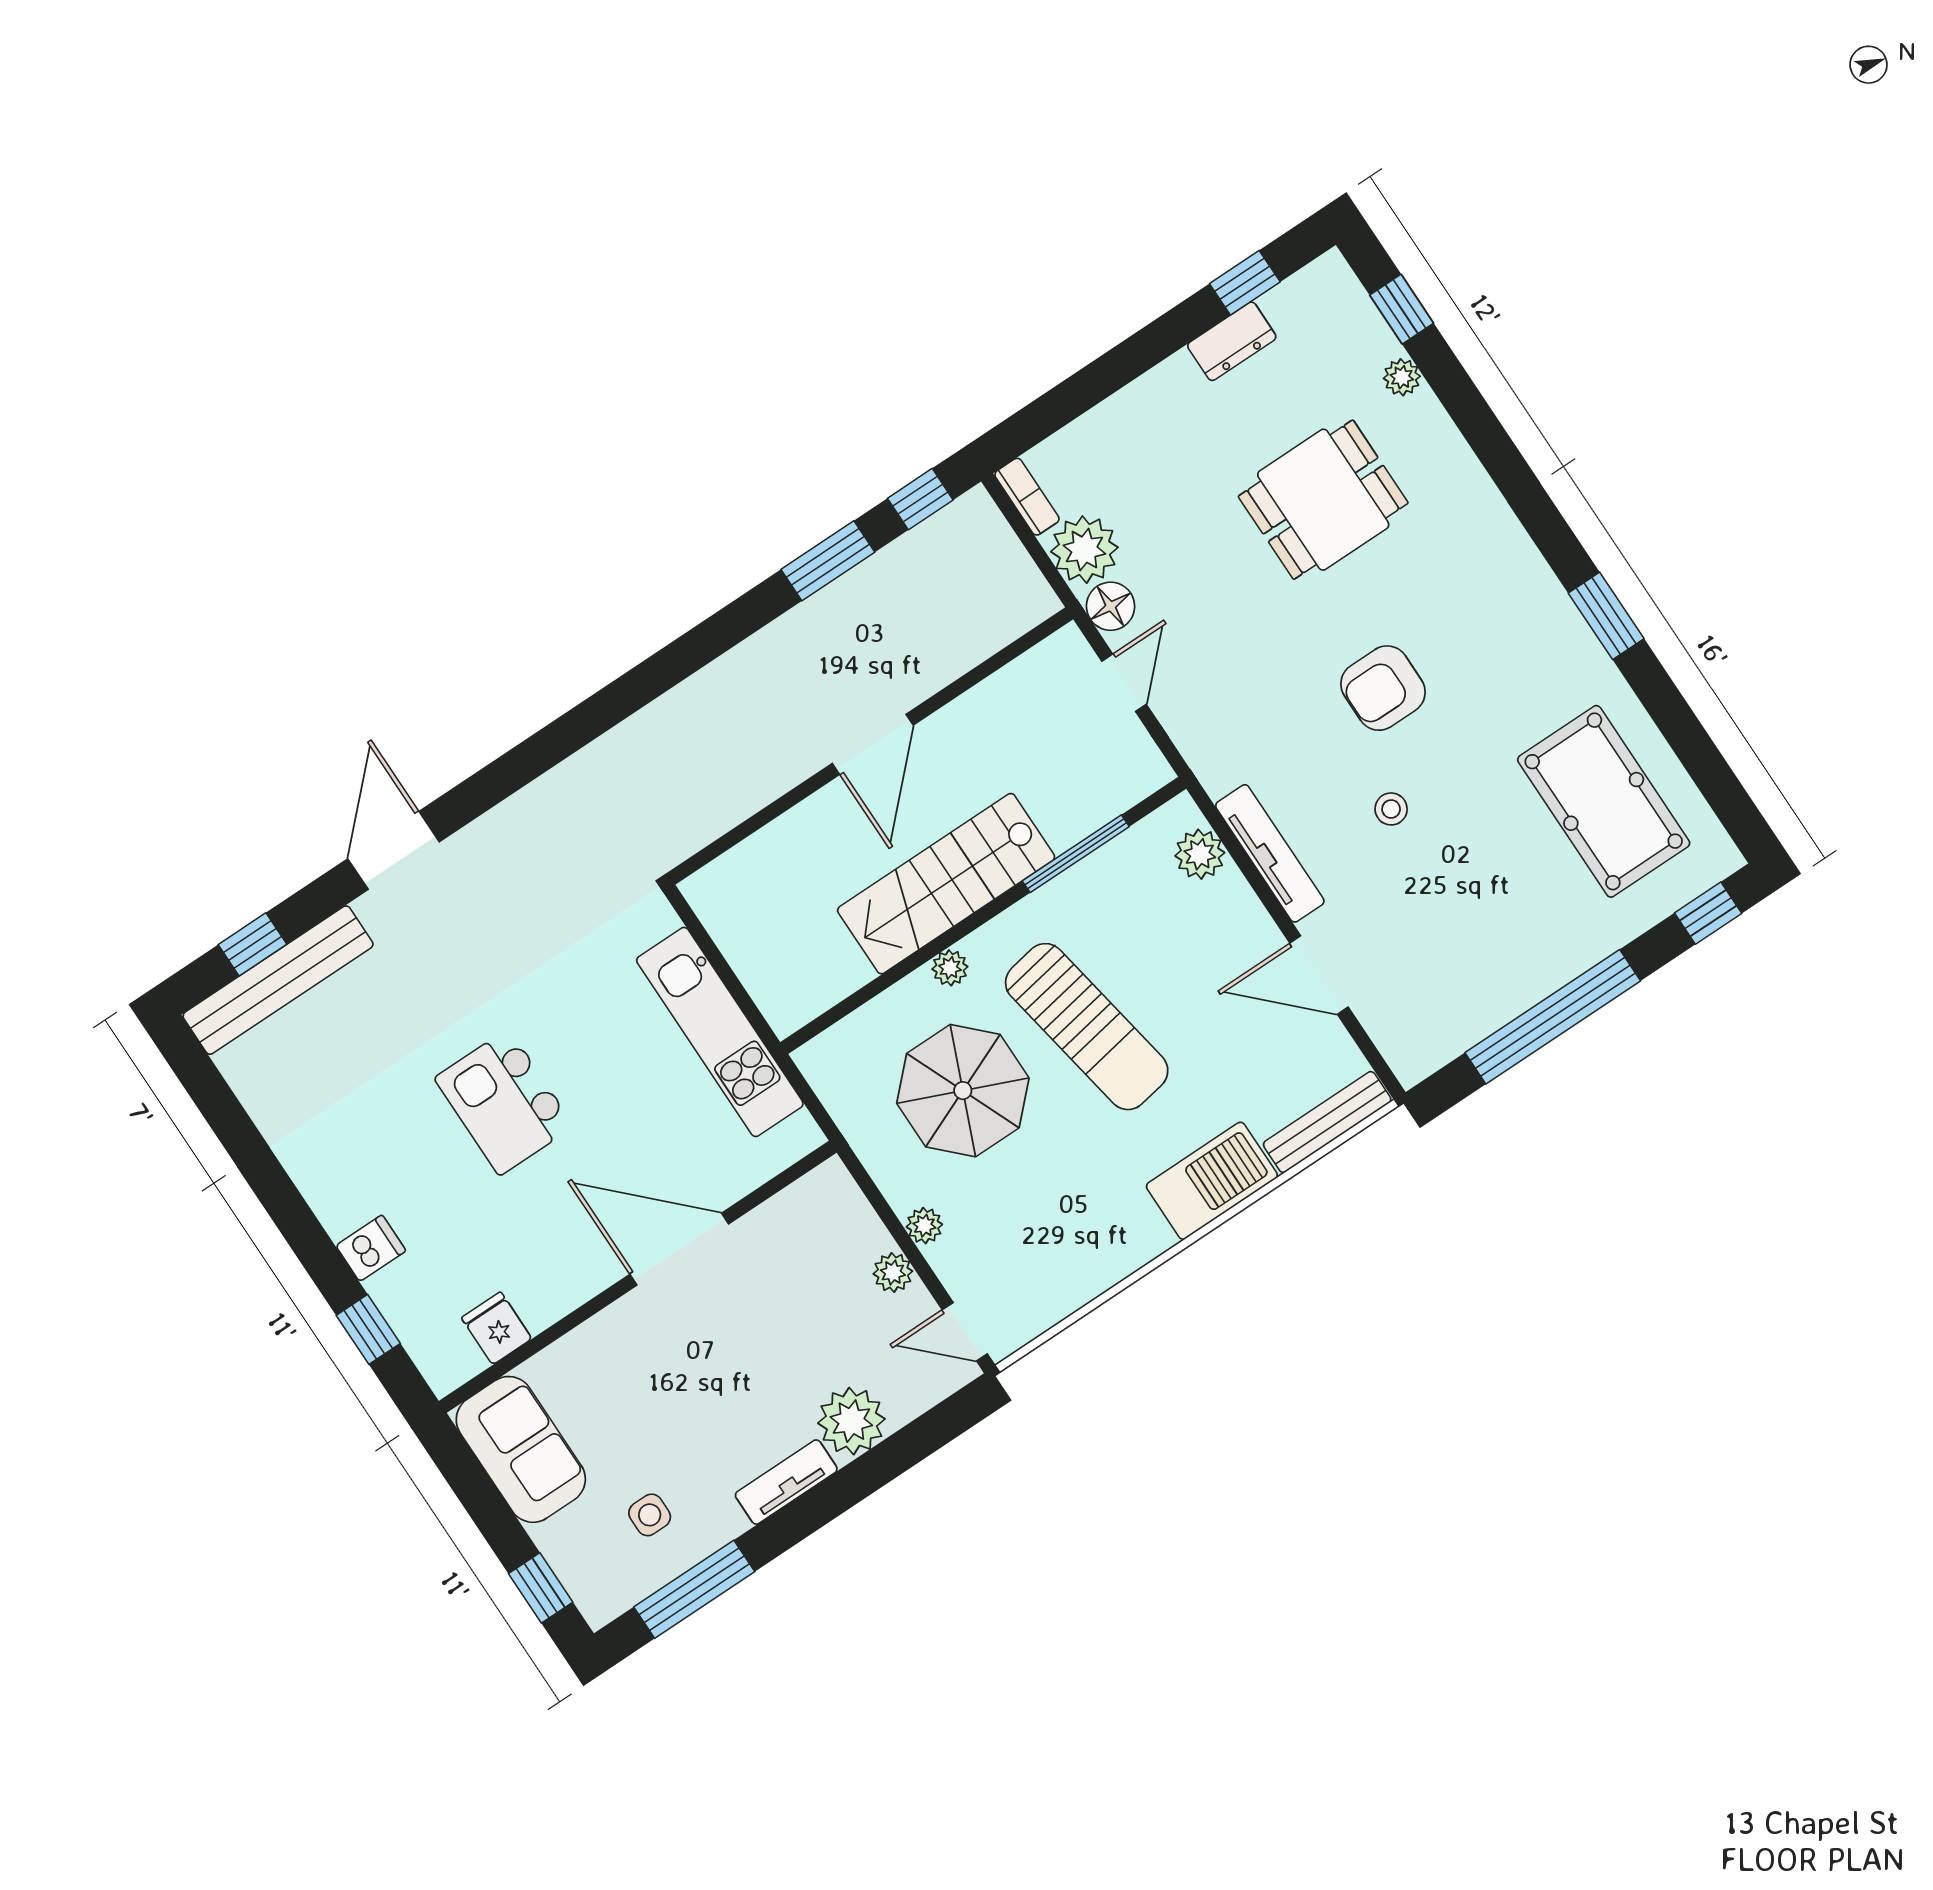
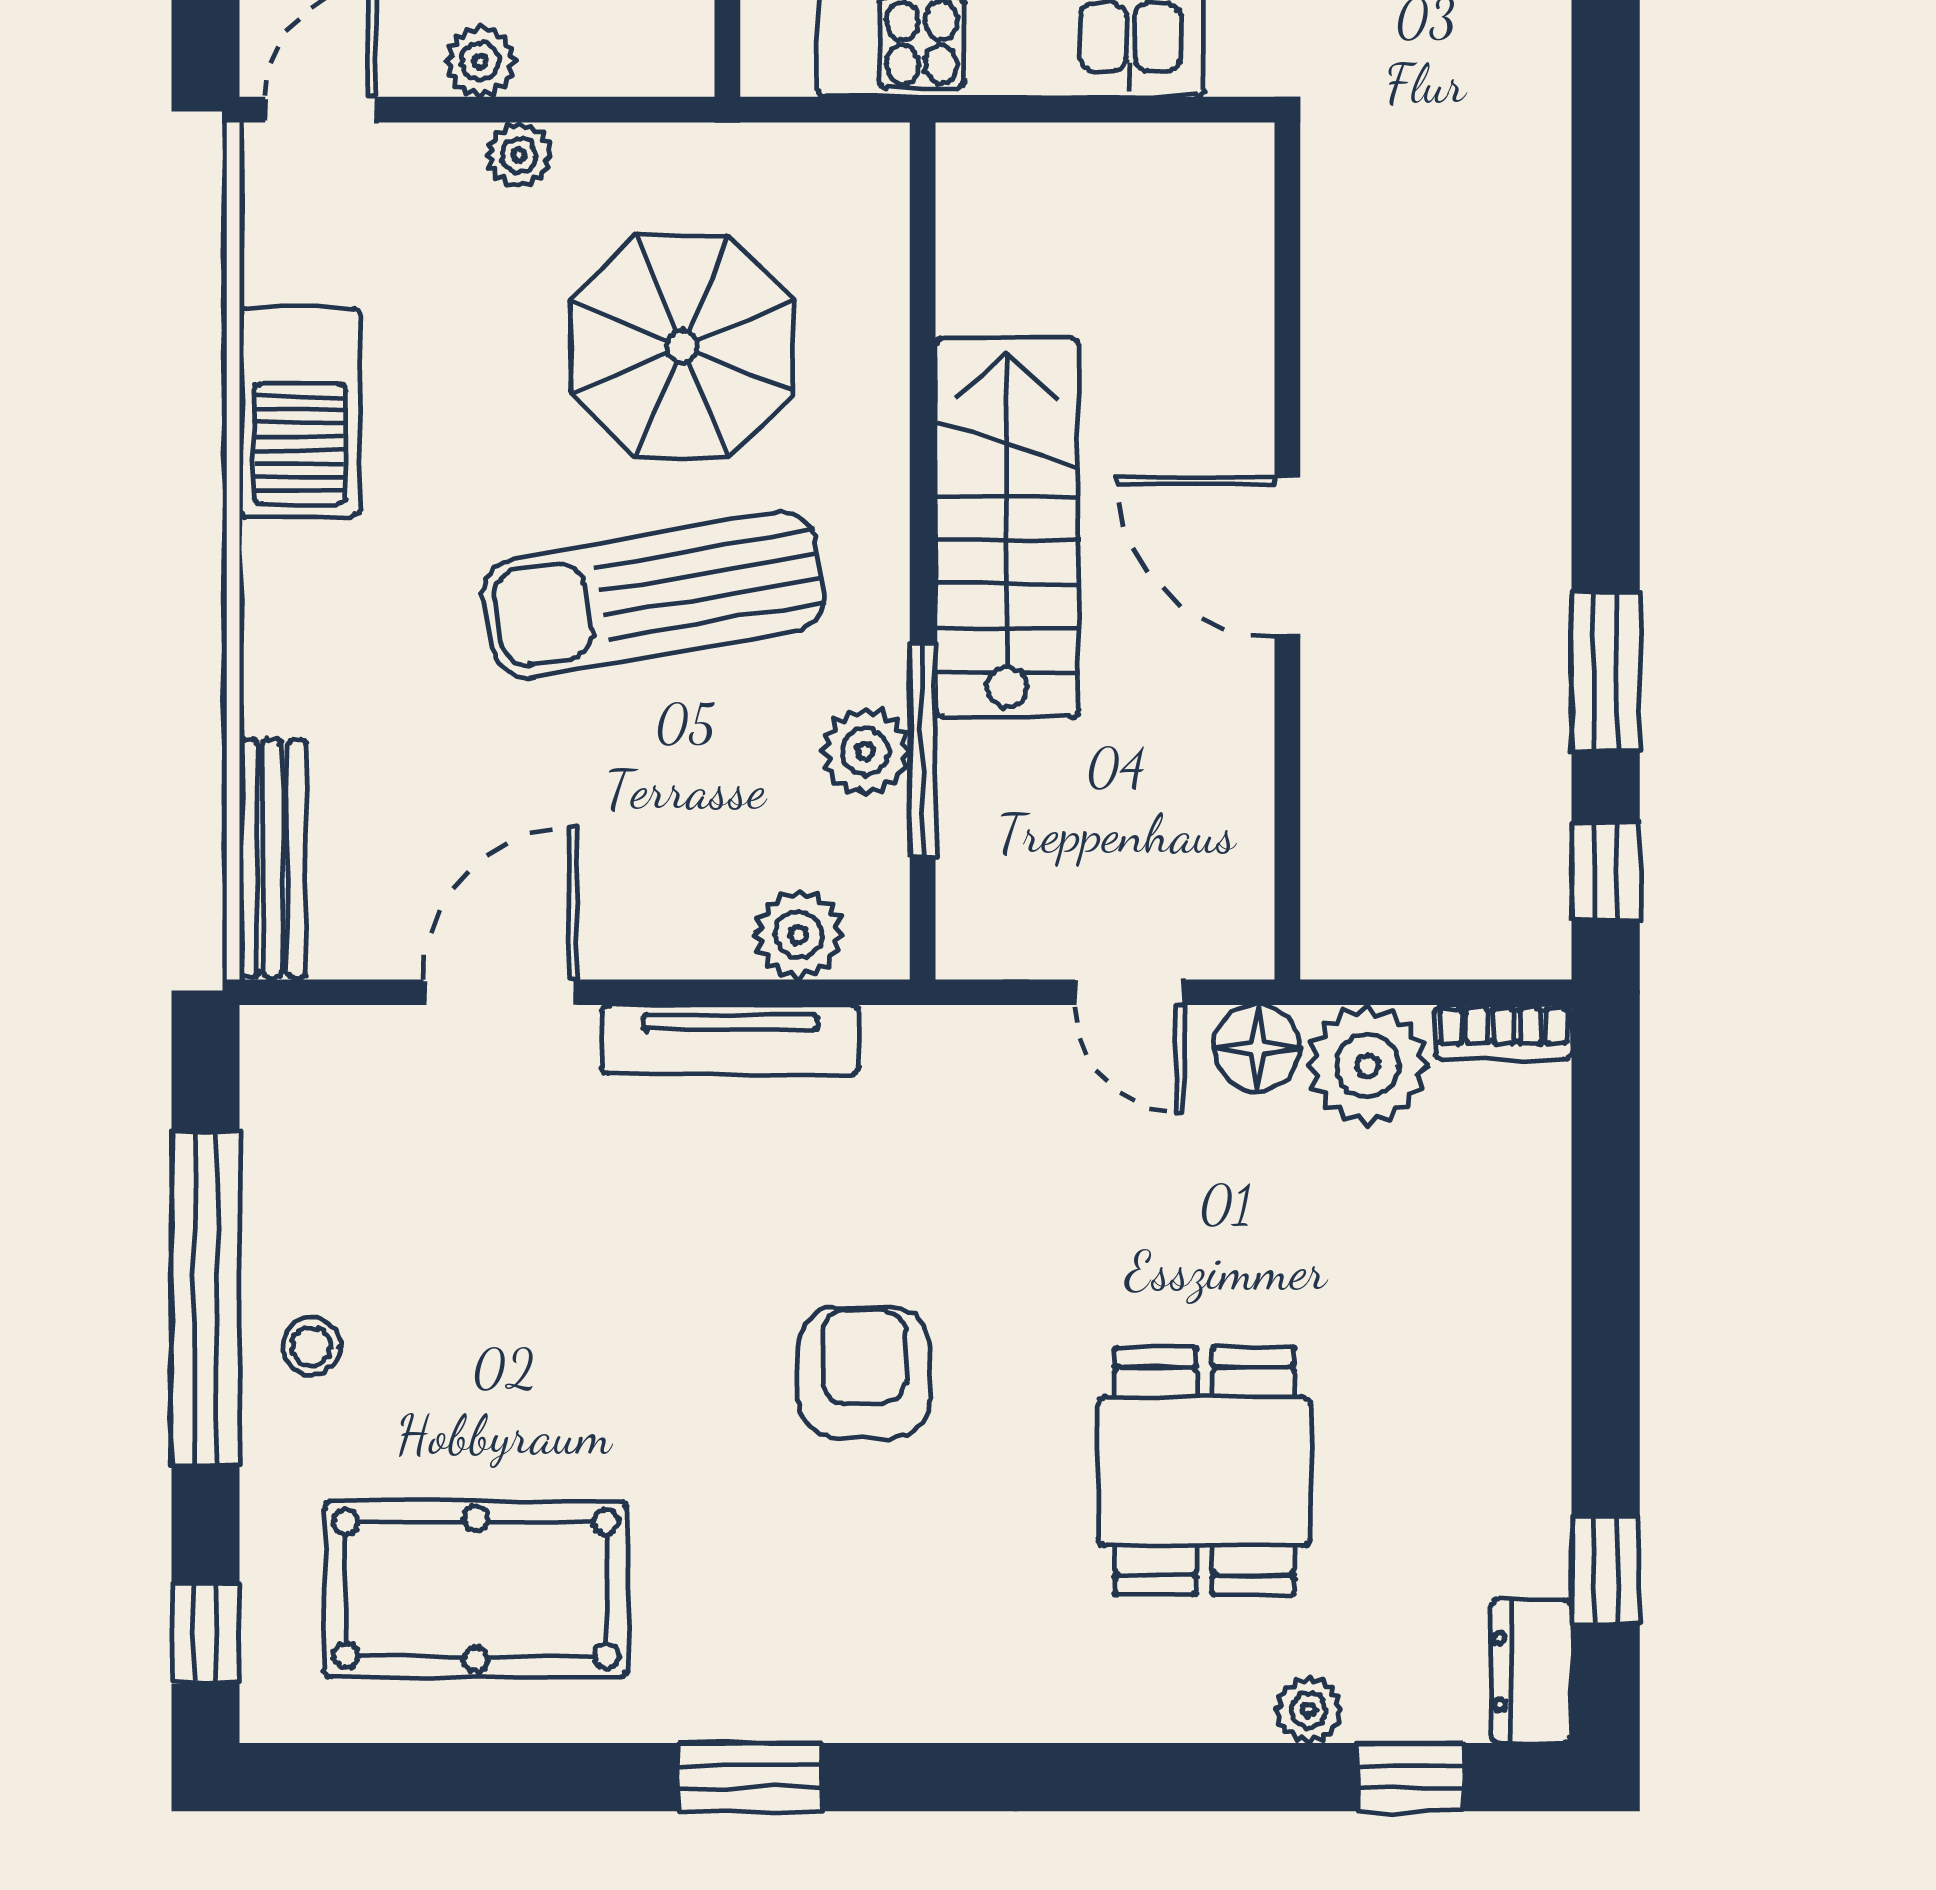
dresser: (1232, 341) -> (1531, 1671), moved
stool: (1391, 809) -> (311, 1346), moved
plant: (950, 968) -> (865, 751), moved, width x1.38, depth x1.38
barbecue: (1212, 1181) -> (300, 412), moved

